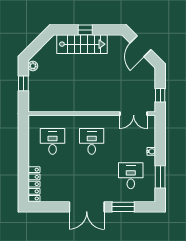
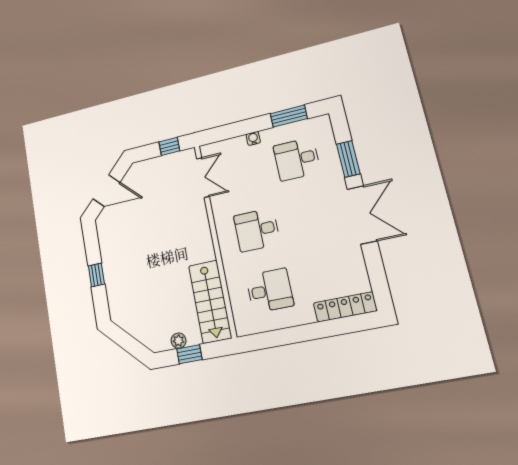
stairs: (82, 44) -> (210, 302), moved, turned 180
plant: (33, 66) -> (179, 341), moved
desk: (53, 141) -> (270, 291), turned 180

